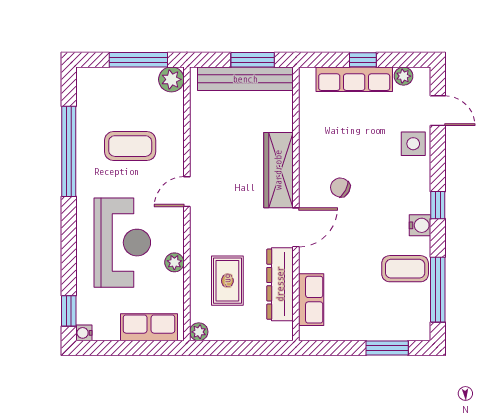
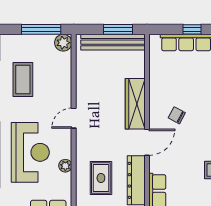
coffee table: (130, 146) -> (23, 79), moved, turned 90

